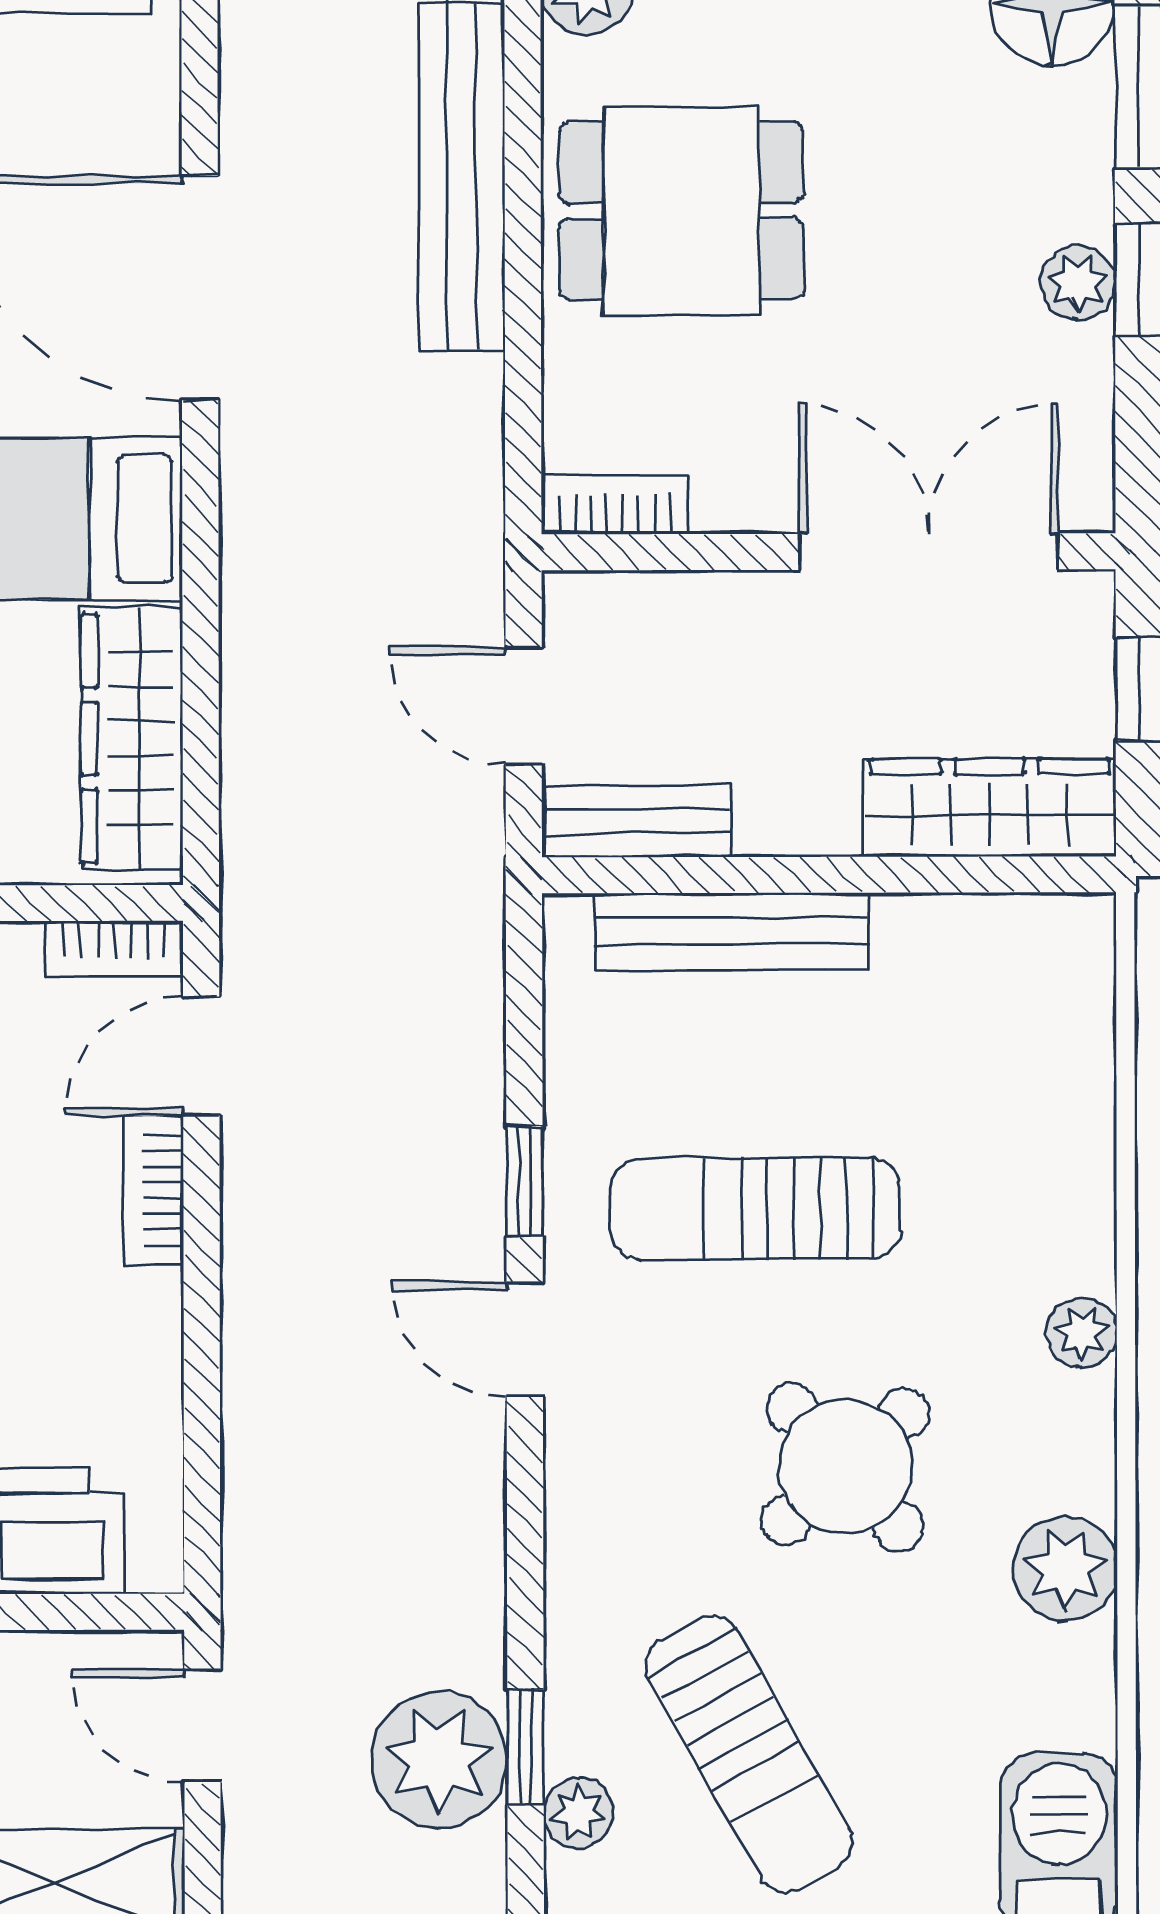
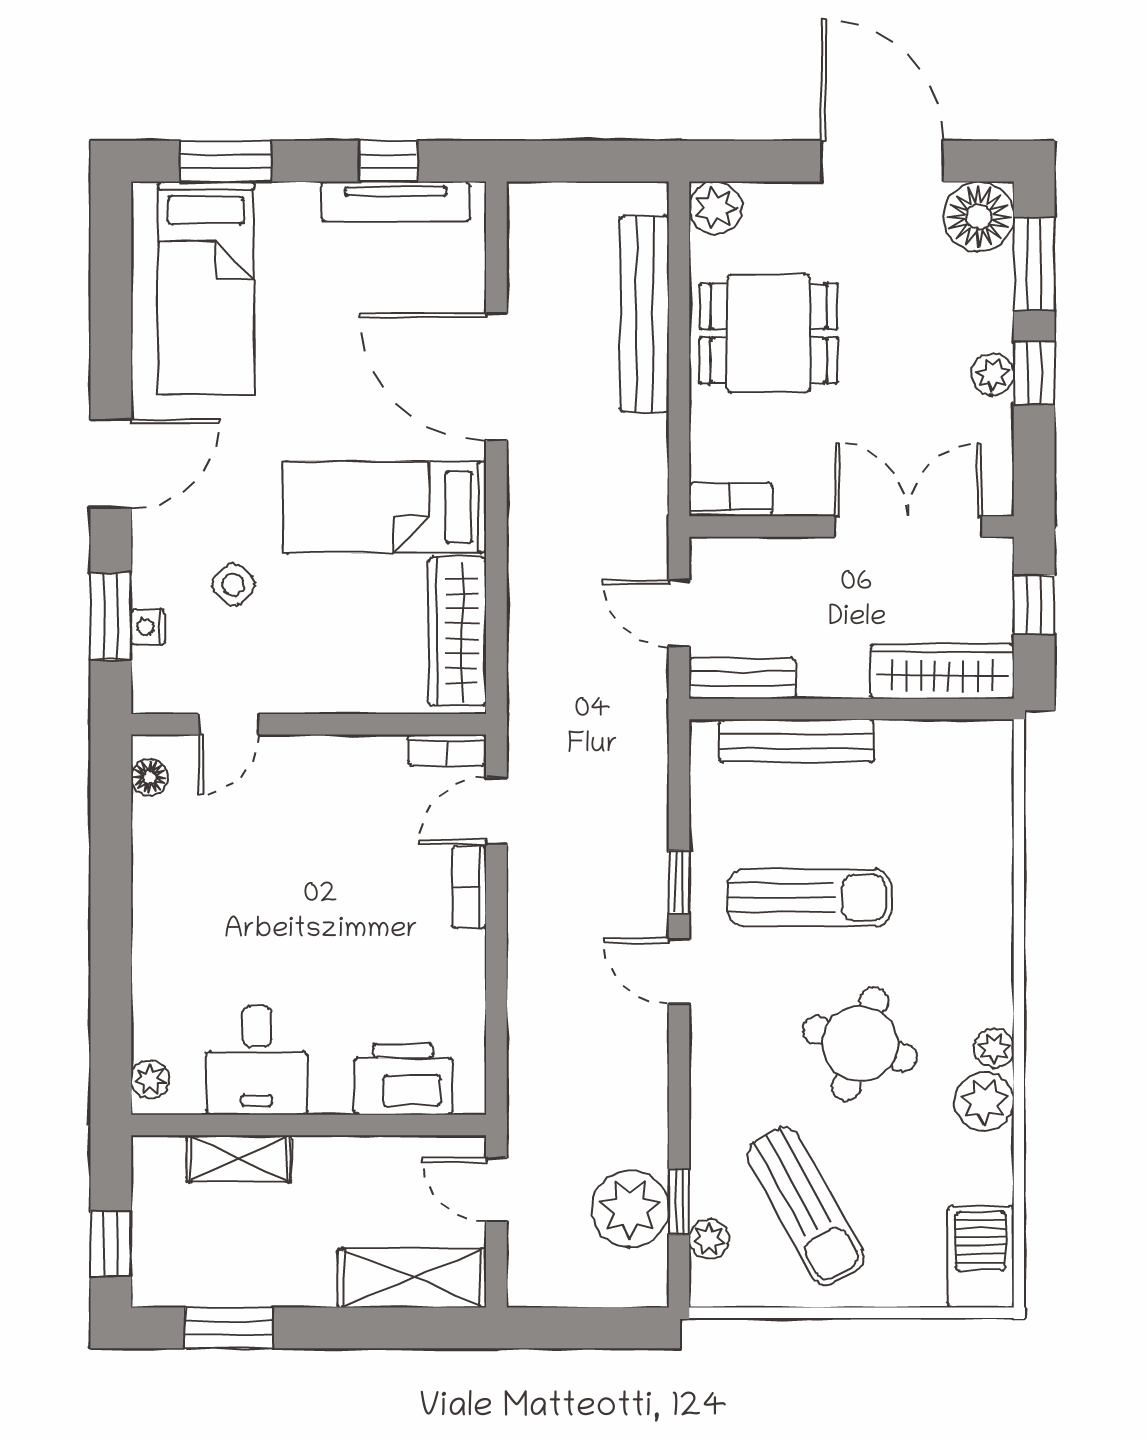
sun lounger: (755, 1209) -> (809, 898), turned 180
plant: (1082, 1333) -> (994, 1048), moved
round table: (845, 1467) -> (860, 1044), turned -30

